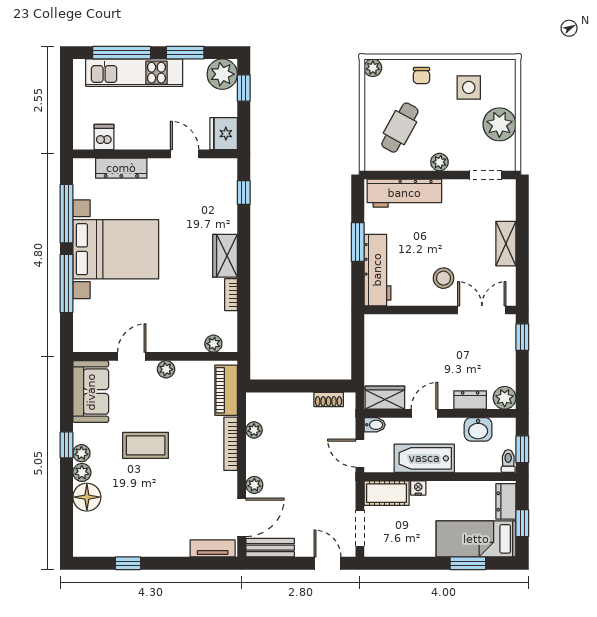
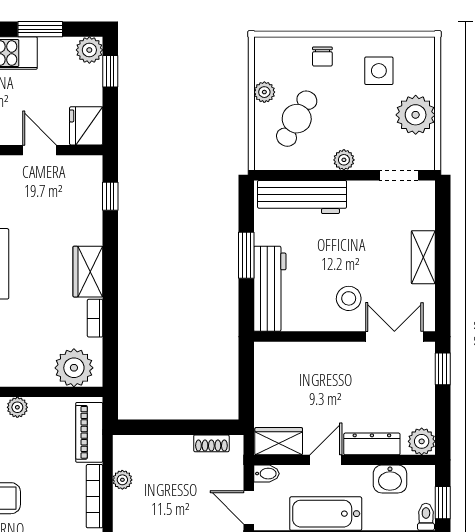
plant: (373, 68) -> (264, 92), moved
plant: (222, 74) -> (89, 50), width x0.73, depth x0.73
plant: (213, 344) -> (74, 368), width x1.87, depth x1.87
dresser: (470, 400) -> (372, 444), width x1.44

